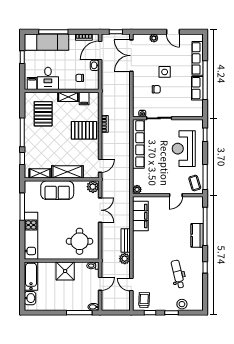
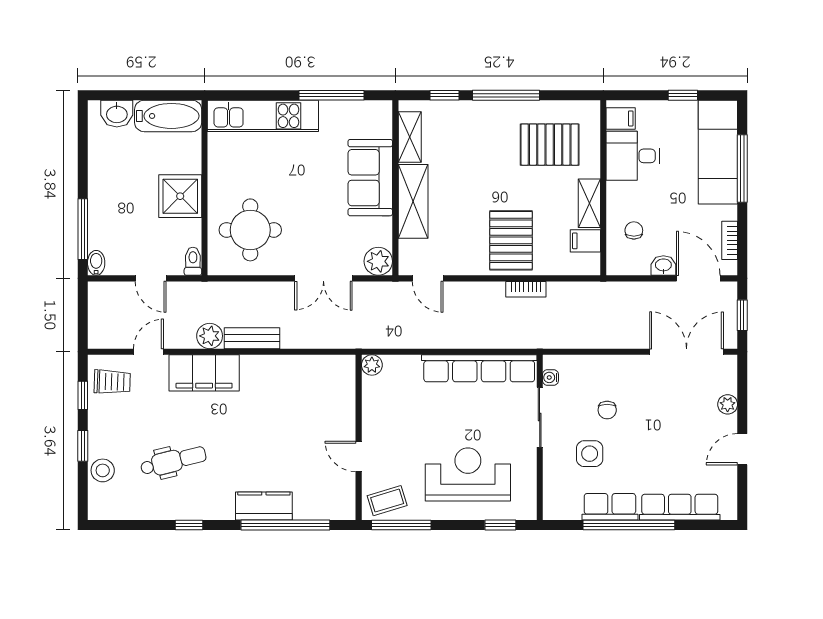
side table: (165, 72) -> (590, 454), moved
filing cabinet: (140, 216) -> (204, 373), moved

